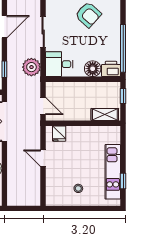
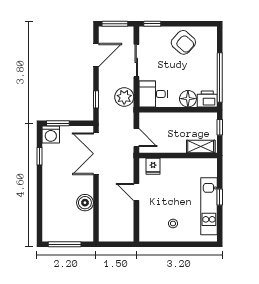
window: (123, 181) -> (220, 197), moved

